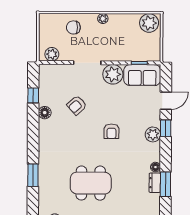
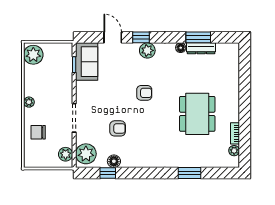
chair: (73, 27) -> (38, 132), turned 90
plant: (113, 74) -> (86, 154), moved
armchair: (77, 105) -> (118, 128), turned -48
floor lamp: (45, 113) -> (114, 161), moved
dresser: (155, 183) -> (201, 48), width x1.44

